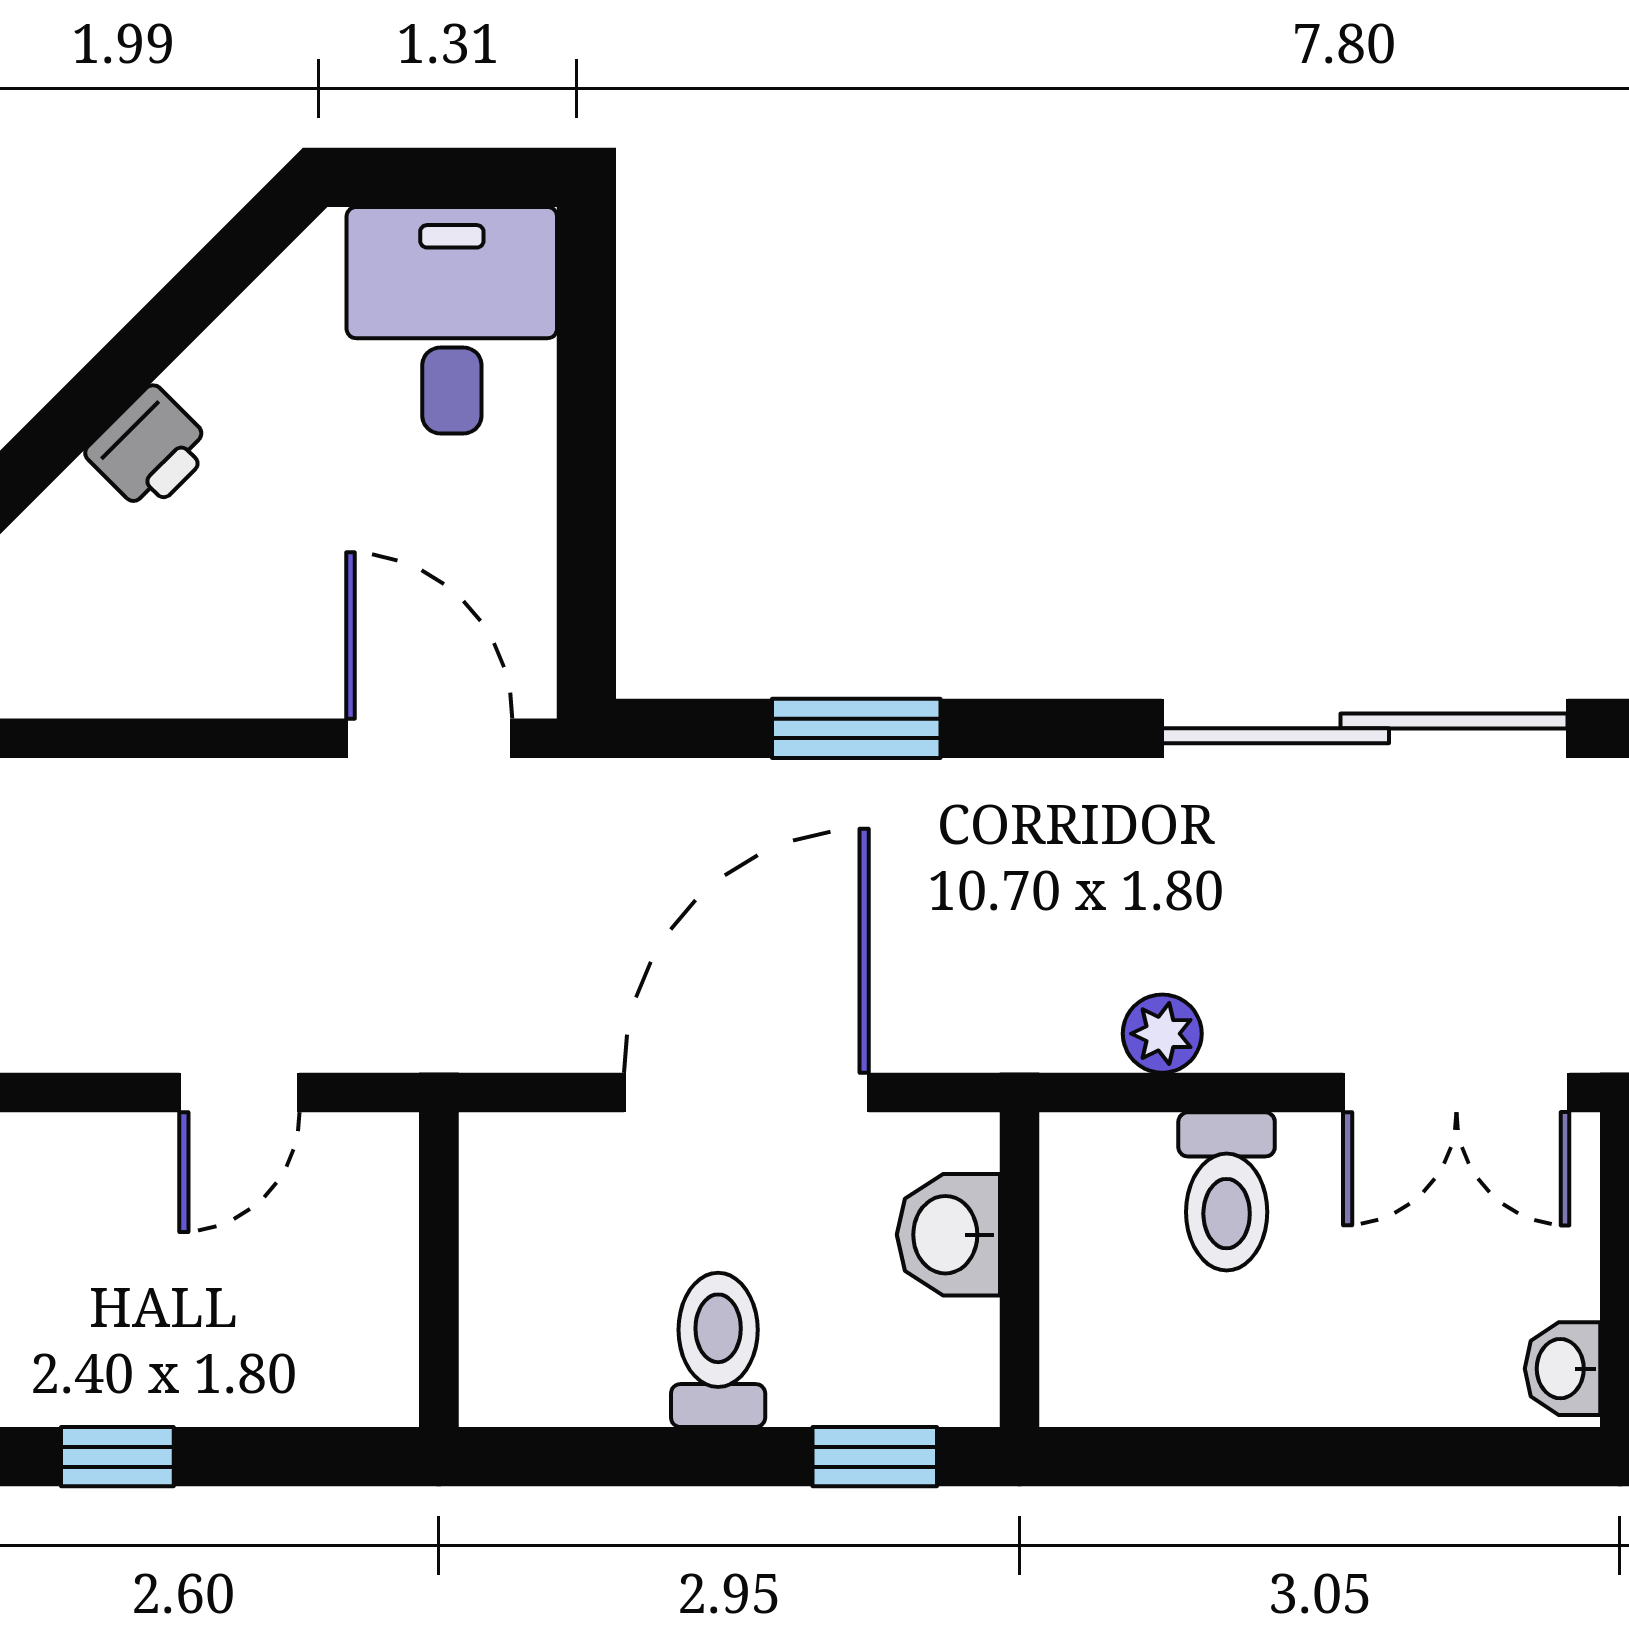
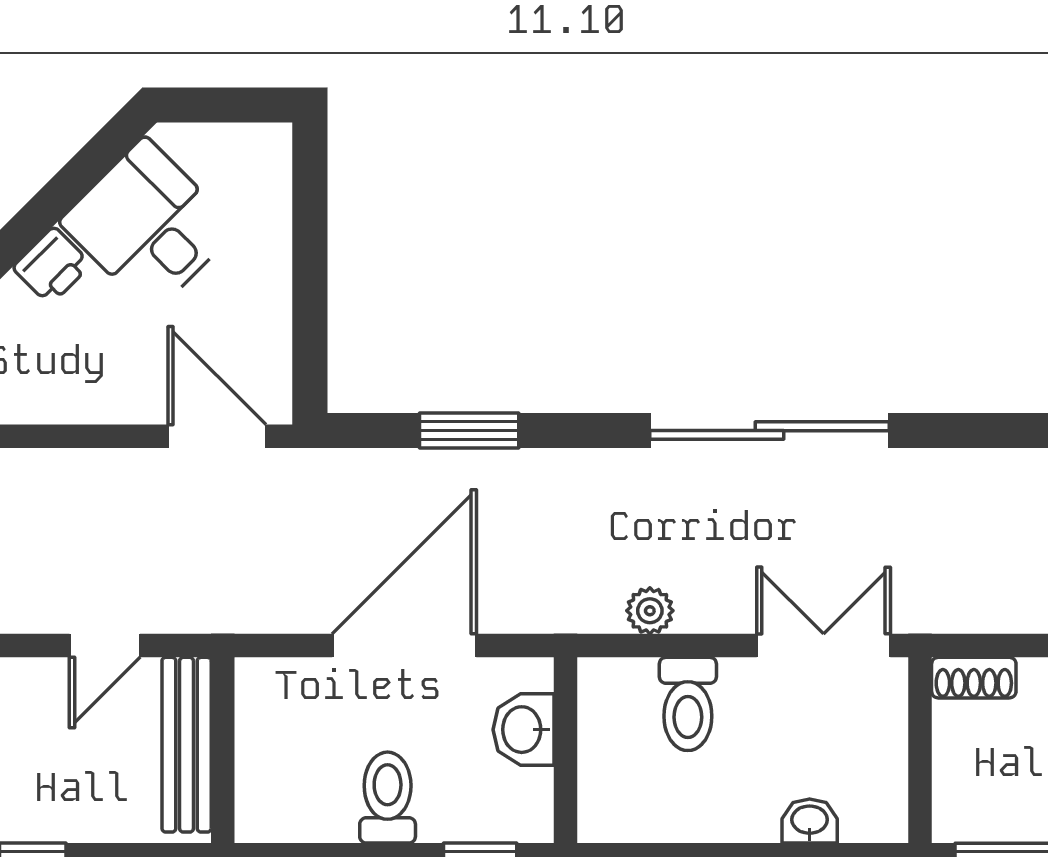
desk: (452, 320) -> (148, 226), moved, turned -45
double door: (1456, 1093) -> (824, 646), swing flipped
bench: (378, 1260) -> (187, 745), added
washbasin: (1563, 1369) -> (810, 821), moved, turned 90

